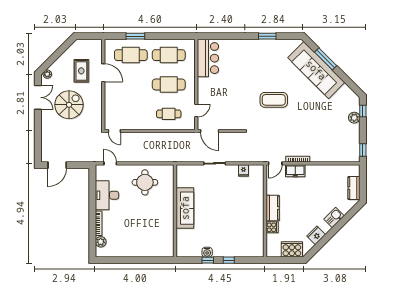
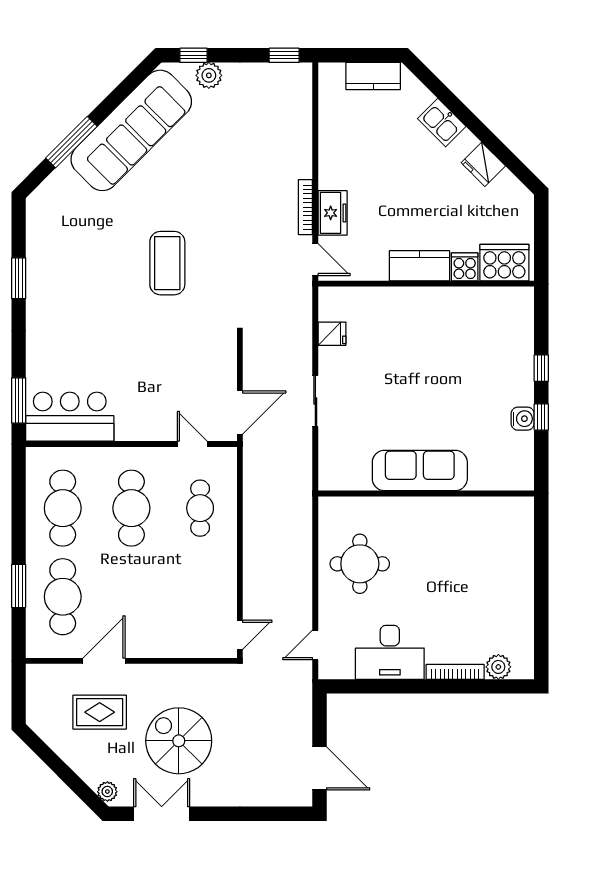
window: (215, 36) -> (19, 400), added
sofa: (316, 70) -> (131, 130), moved
cooker: (292, 249) -> (504, 263), moved, turned 90

